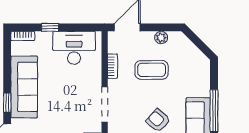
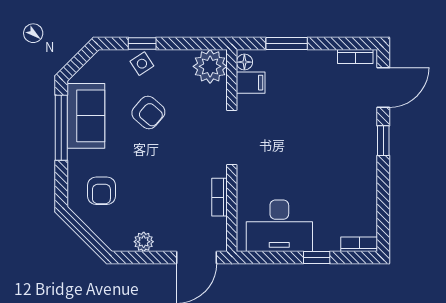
coffee table: (152, 70) -> (159, 191), removed
armchair: (188, 70) -> (101, 191), added
sofa: (24, 87) -> (357, 165), removed

